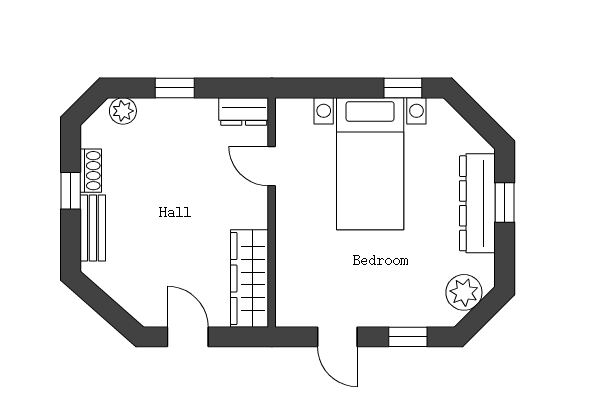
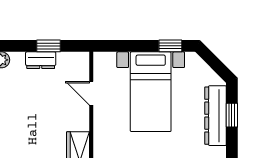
window: (175, 88) -> (49, 46), moved
dresser: (244, 111) -> (41, 60), moved

